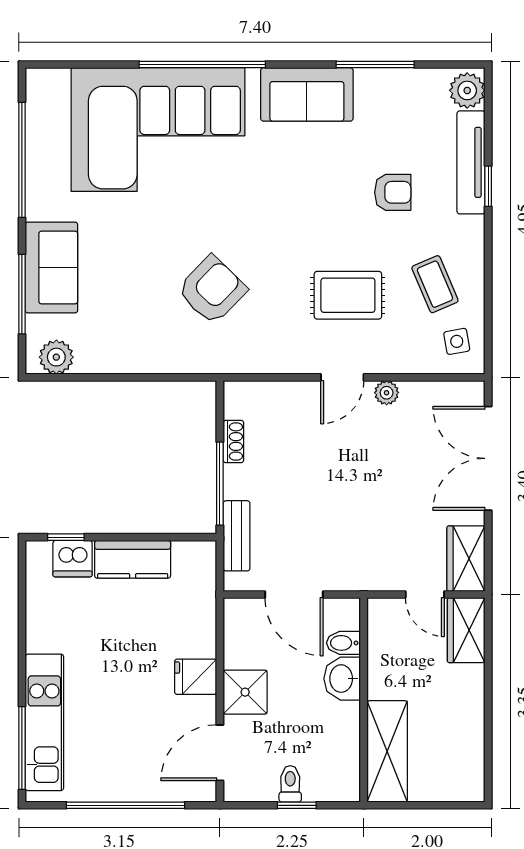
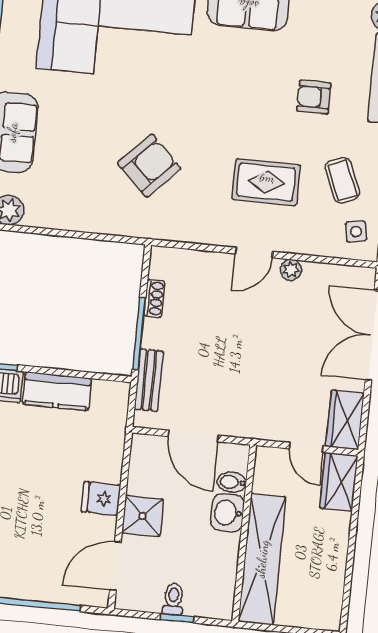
armchair: (393, 192) -> (314, 97), turned 180
shelving: (387, 751) -> (262, 559), width x1.47

